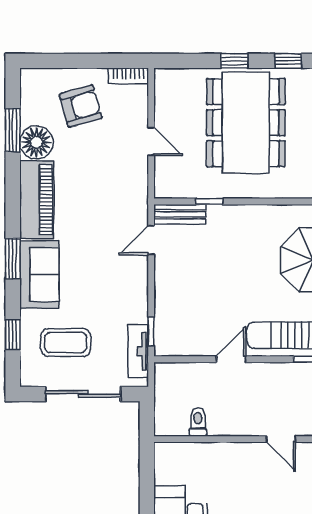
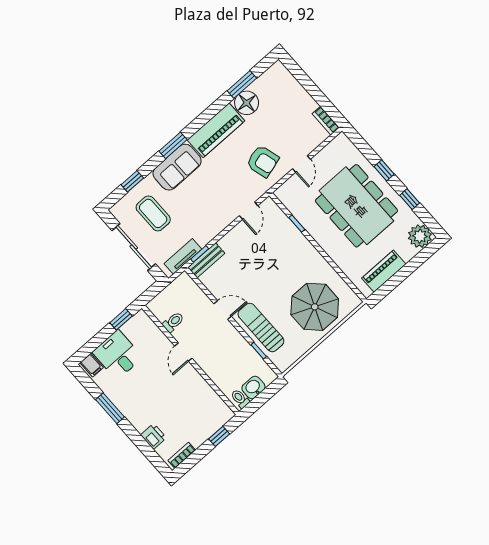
armchair: (81, 106) -> (263, 161), moved
dining table: (246, 123) -> (356, 206), turned 90
bench: (180, 214) -> (206, 260), moved, turned 90
door: (151, 240) -> (249, 211), swing flipped
door: (281, 439) -> (183, 352), moved
window: (147, 474) -> (121, 319), added

